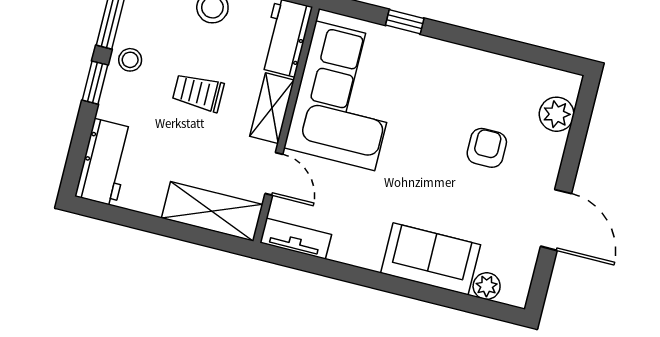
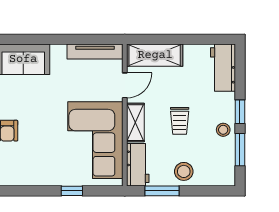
trolley: (198, 93) -> (180, 121), turned 90
door: (274, 174) -> (125, 85), swing flipped
tv unit: (296, 239) -> (95, 51), width x1.41

